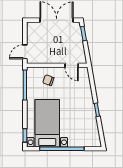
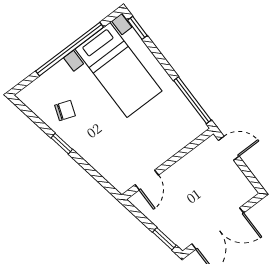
door: (25, 52) -> (229, 148), hinge flipped
door: (72, 65) -> (147, 180), swing flipped
chair: (48, 80) -> (65, 111), moved

